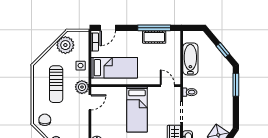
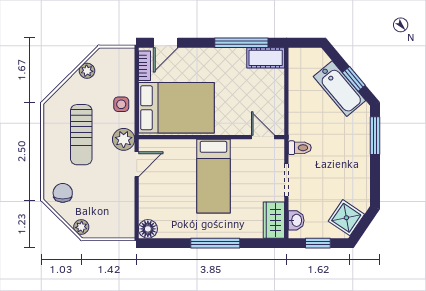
cot: (154, 37) -> (266, 58), moved
plant: (65, 45) -> (87, 71), width x0.53, depth x0.53
bathtub: (190, 59) -> (340, 89), moved, turned 140
bed: (114, 68) -> (176, 108), width x1.50

